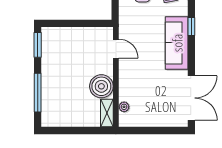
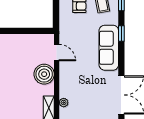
boiler: (101, 86) -> (44, 74), moved

